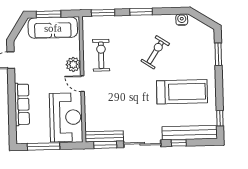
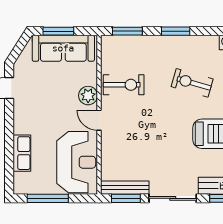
exercise bike: (155, 52) -> (192, 83), turned -107
exercise bike: (101, 55) -> (124, 85), turned 90
row of seats: (22, 104) -> (22, 153), width x0.68

